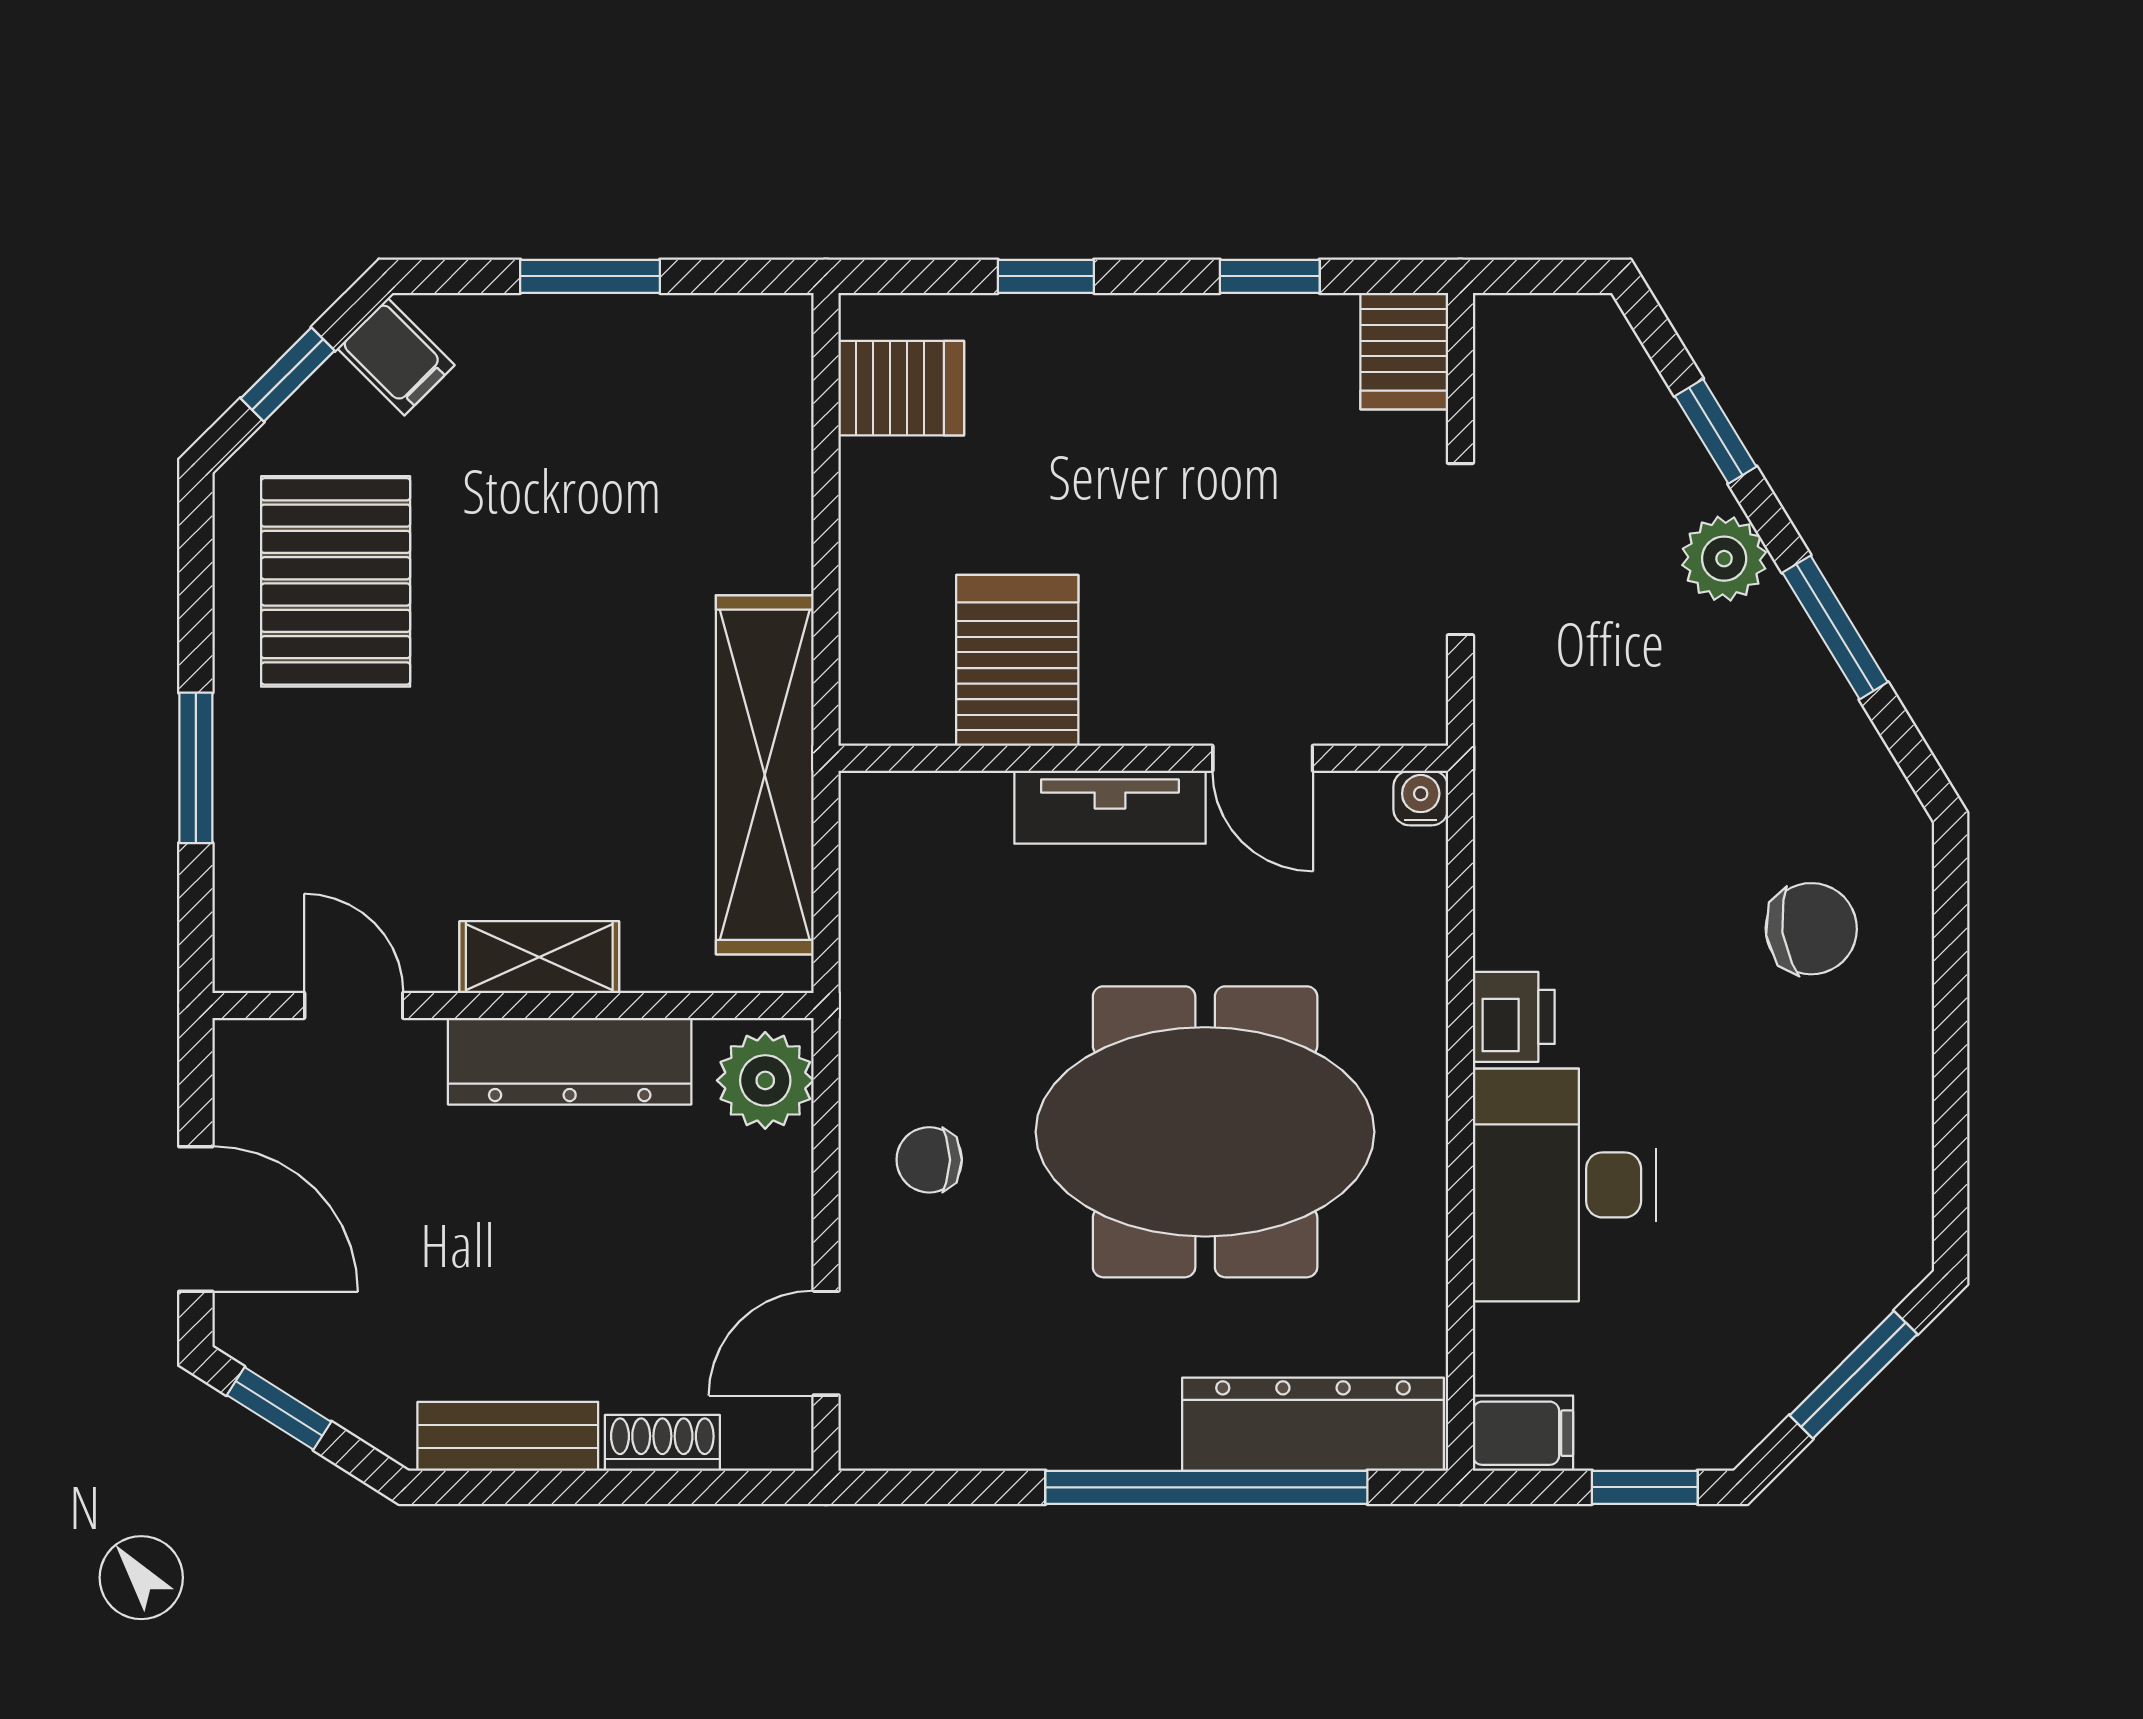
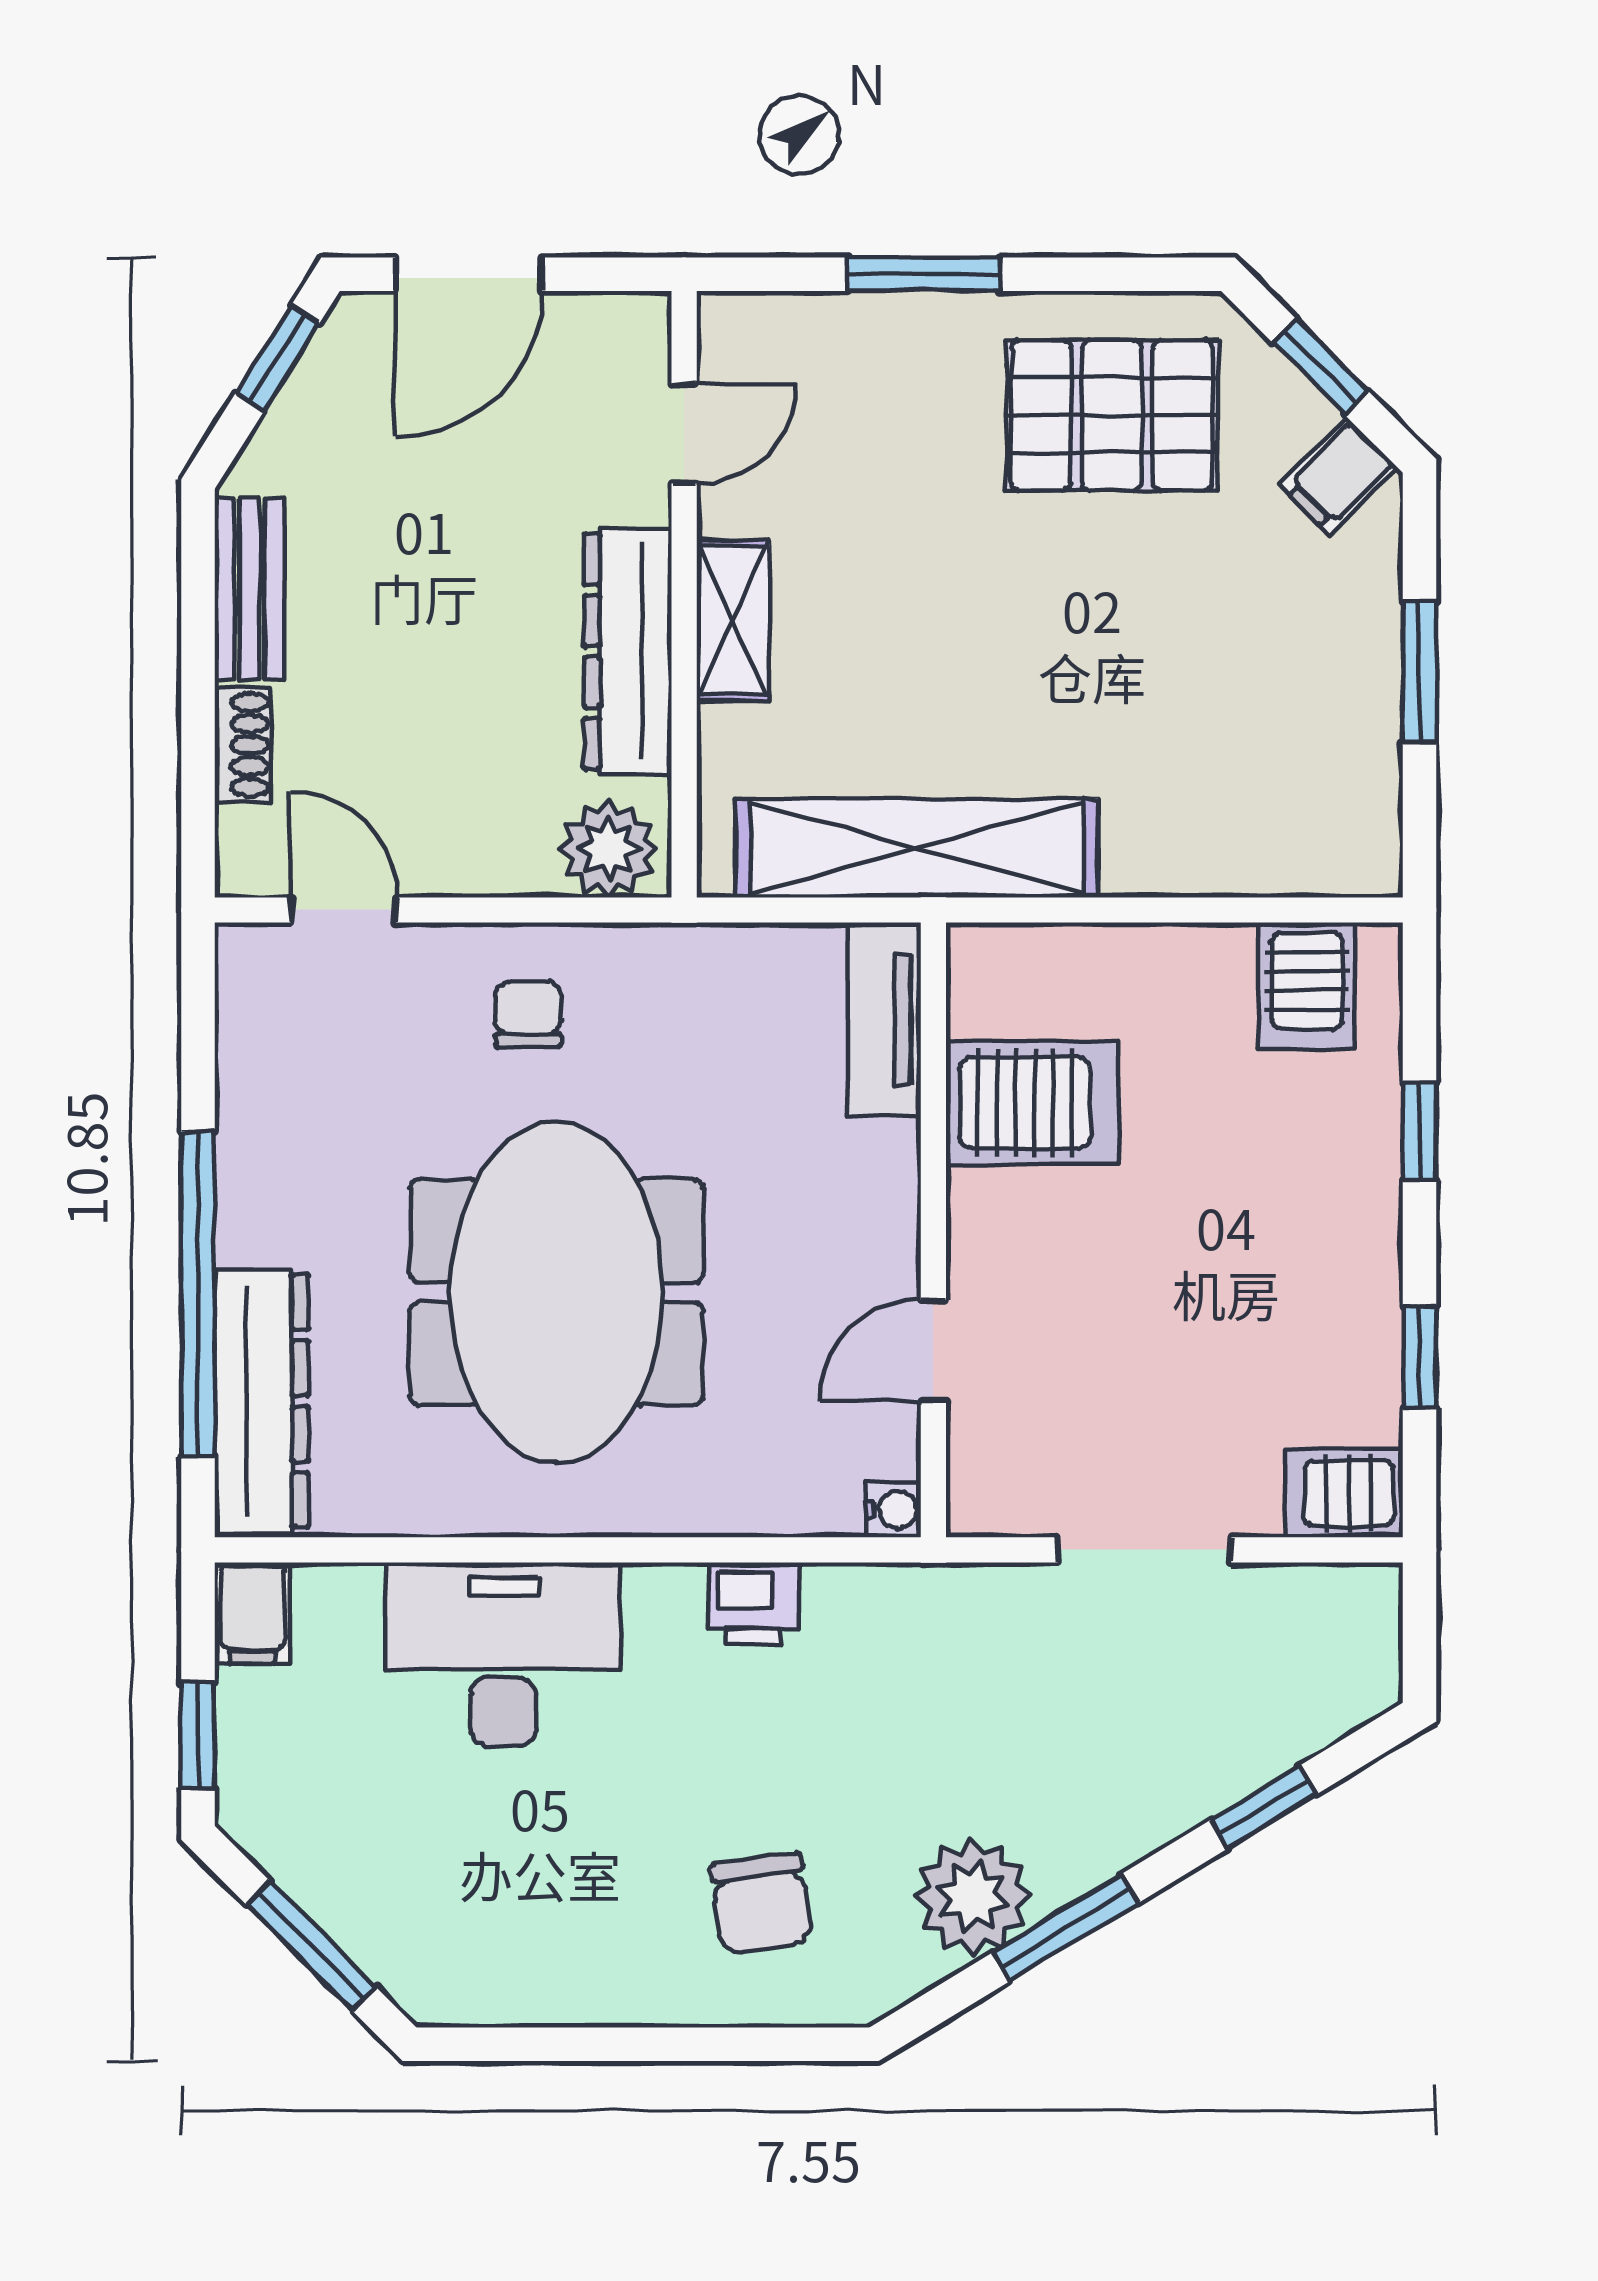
plant: (1724, 559) -> (972, 1896), moved, width x1.36, depth x1.36
tv unit: (1110, 807) -> (884, 1019), moved
printer: (1514, 1017) -> (754, 1604), moved

